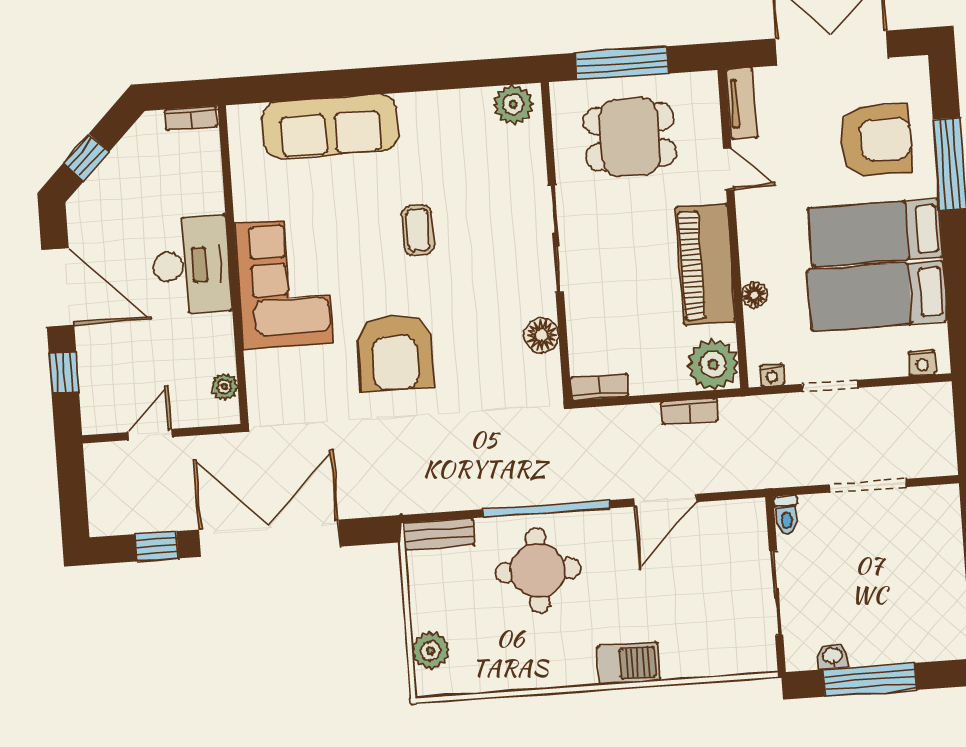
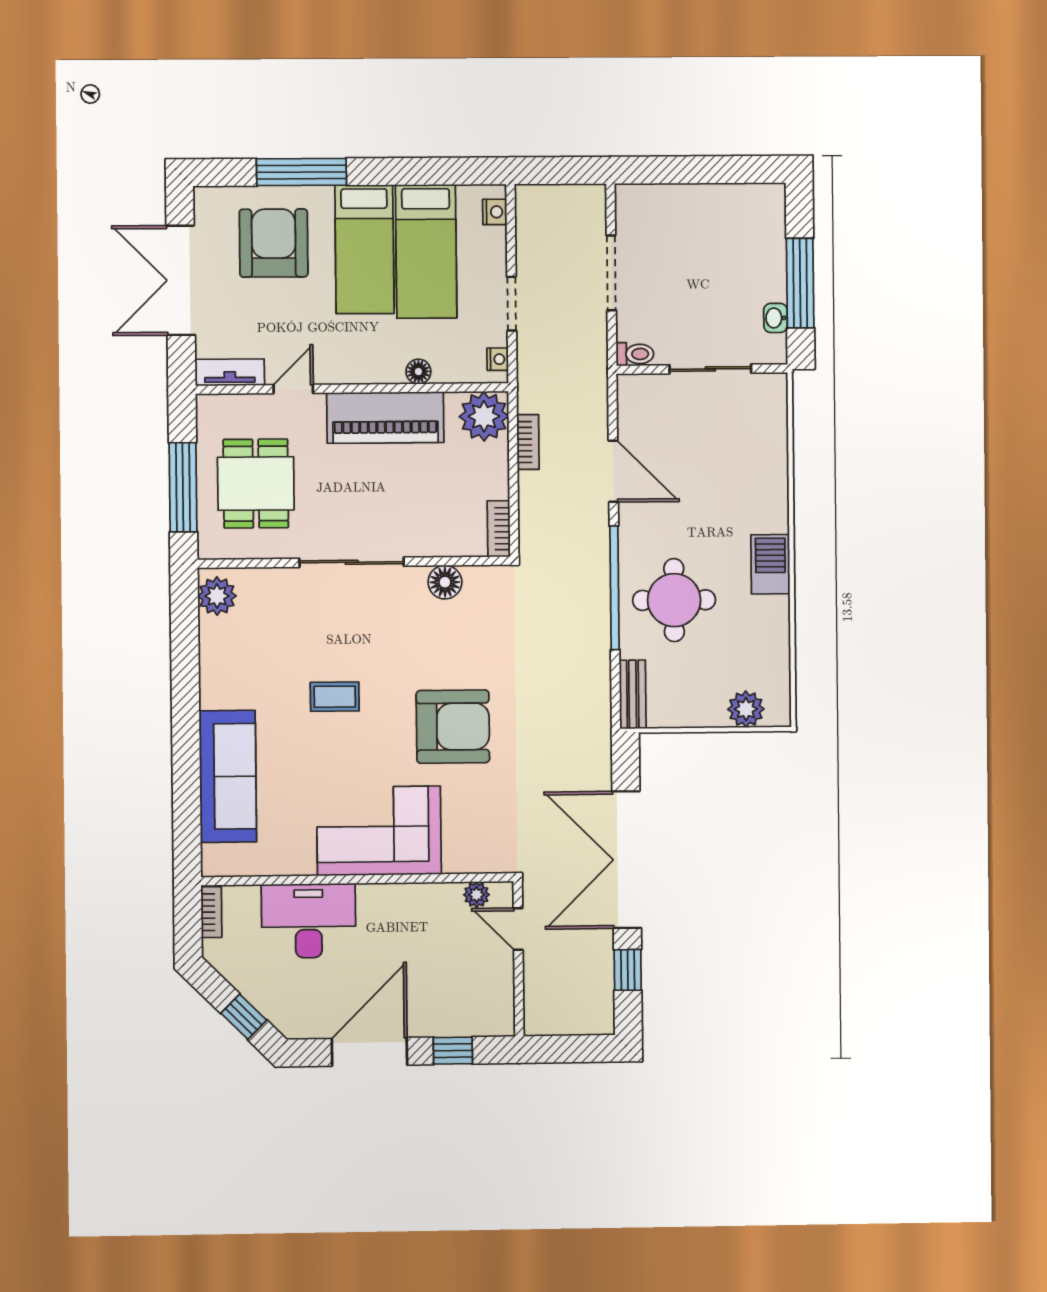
desk: (191, 265) -> (309, 921), moved
door: (150, 435) -> (518, 929), moved
barbecue: (629, 663) -> (770, 564), moved

